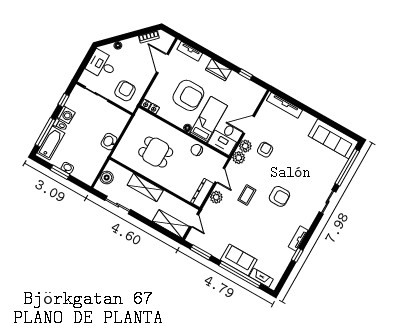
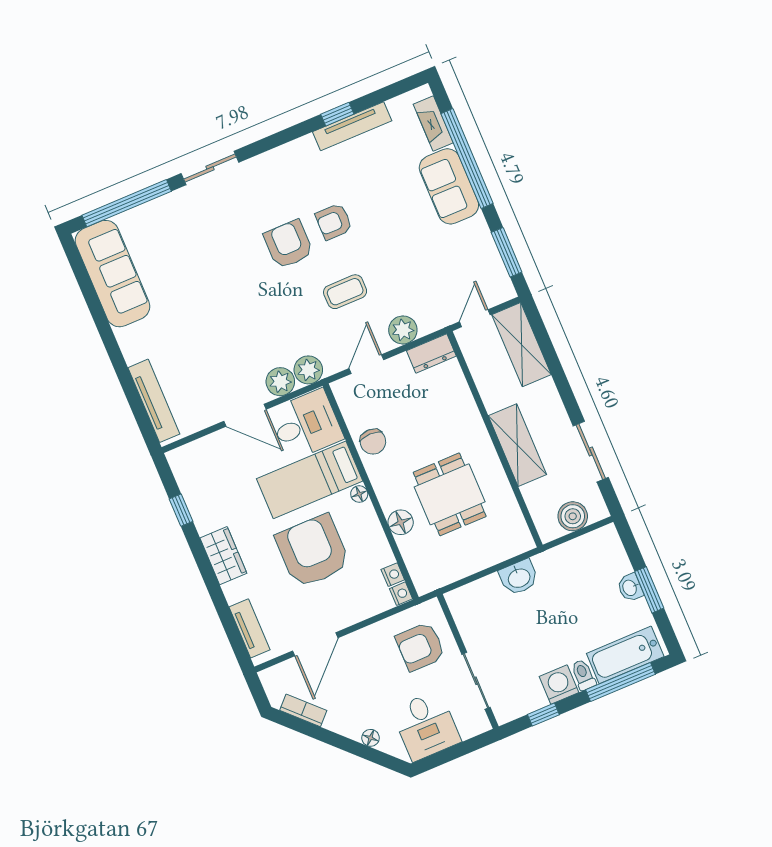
floor lamp: (165, 129) -> (401, 522), added
armchair: (265, 150) -> (334, 222), moved
dresser: (202, 193) -> (431, 353), width x0.70
tv unit: (298, 238) -> (352, 126), moved, width x1.41

